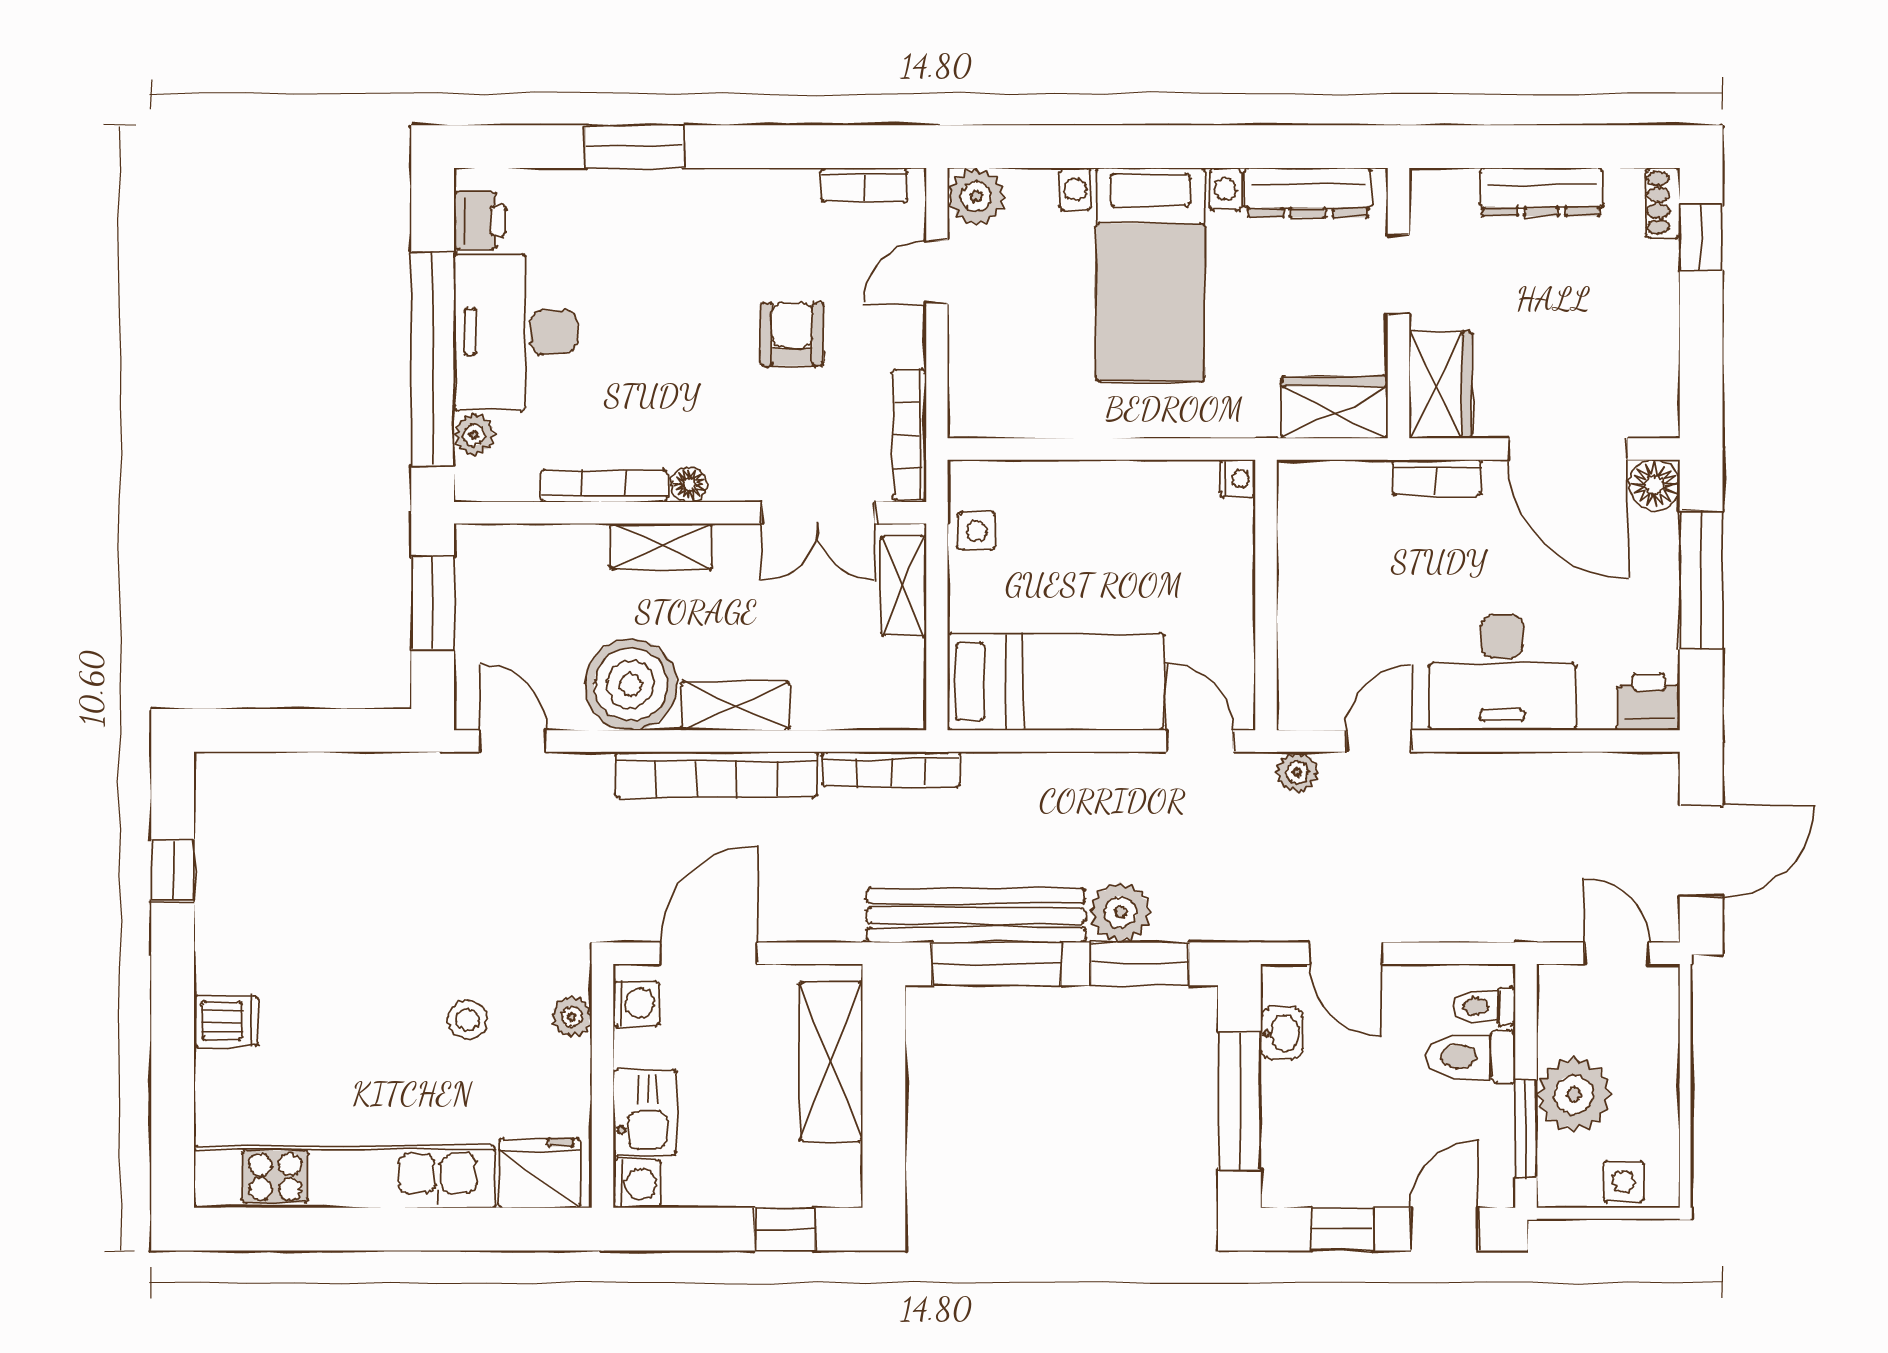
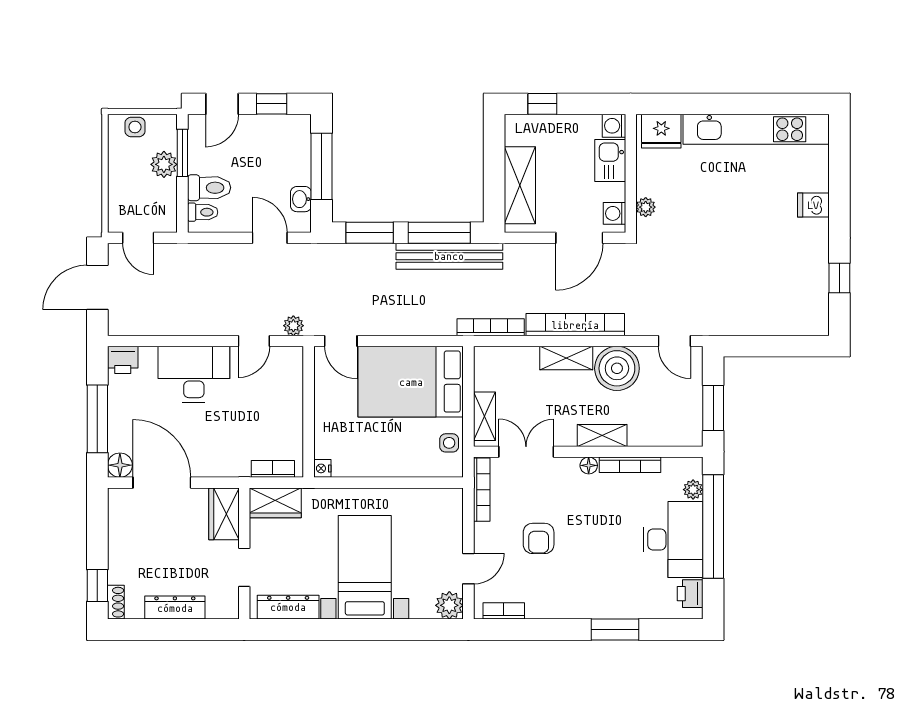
bookcase: (1437, 477) -> (273, 469), moved
bed: (1056, 682) -> (411, 382), width x1.50
plant: (1120, 912) -> (379, 258), removed
stool: (468, 1020) -> (696, 206), removed
plant: (1574, 1095) -> (164, 164), width x0.73, depth x0.73

